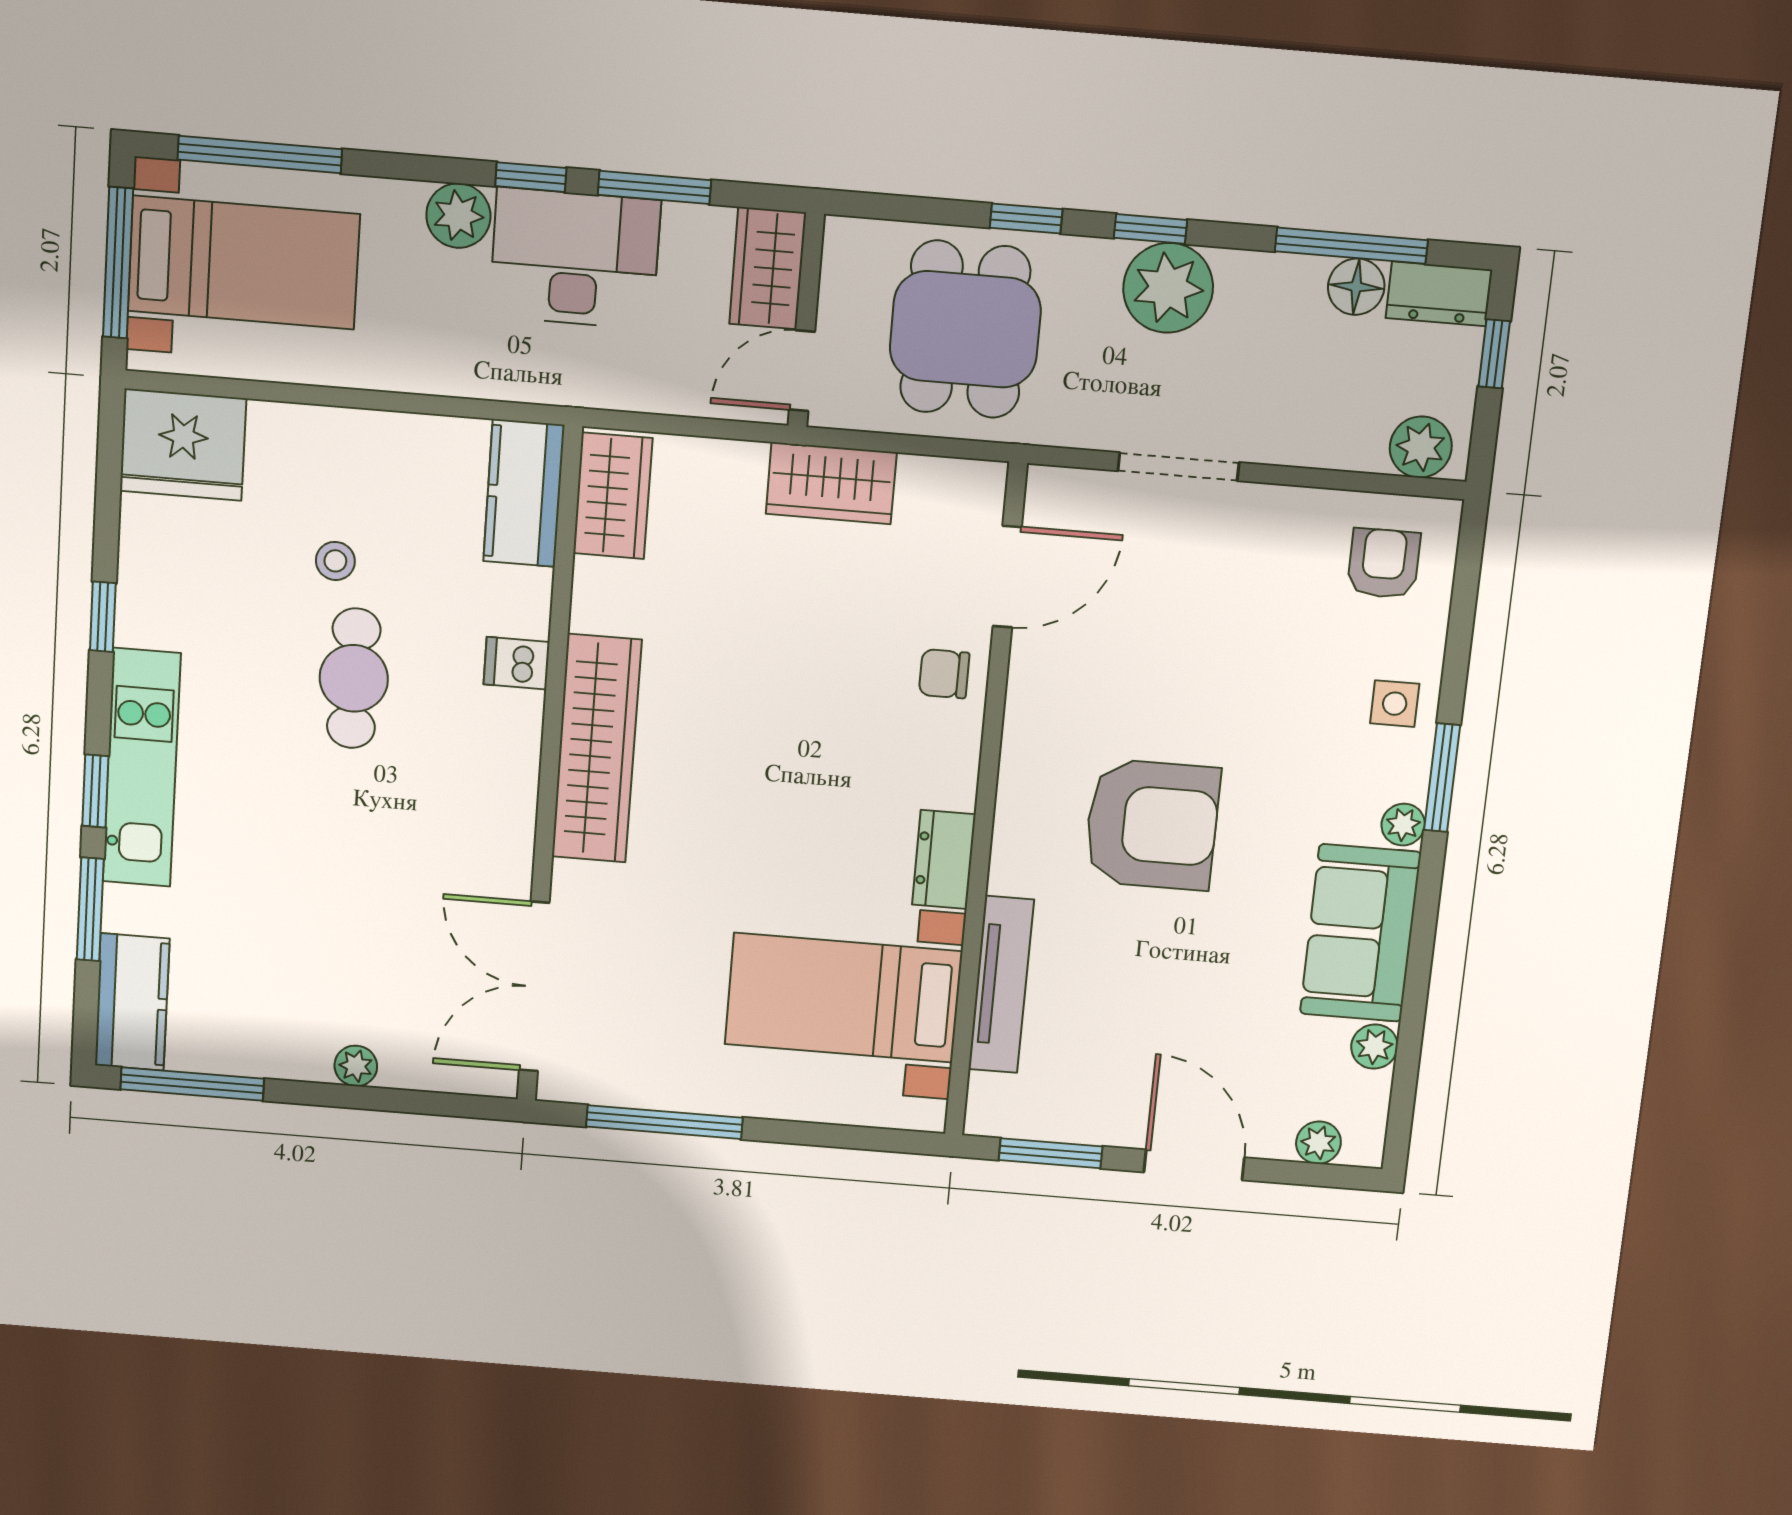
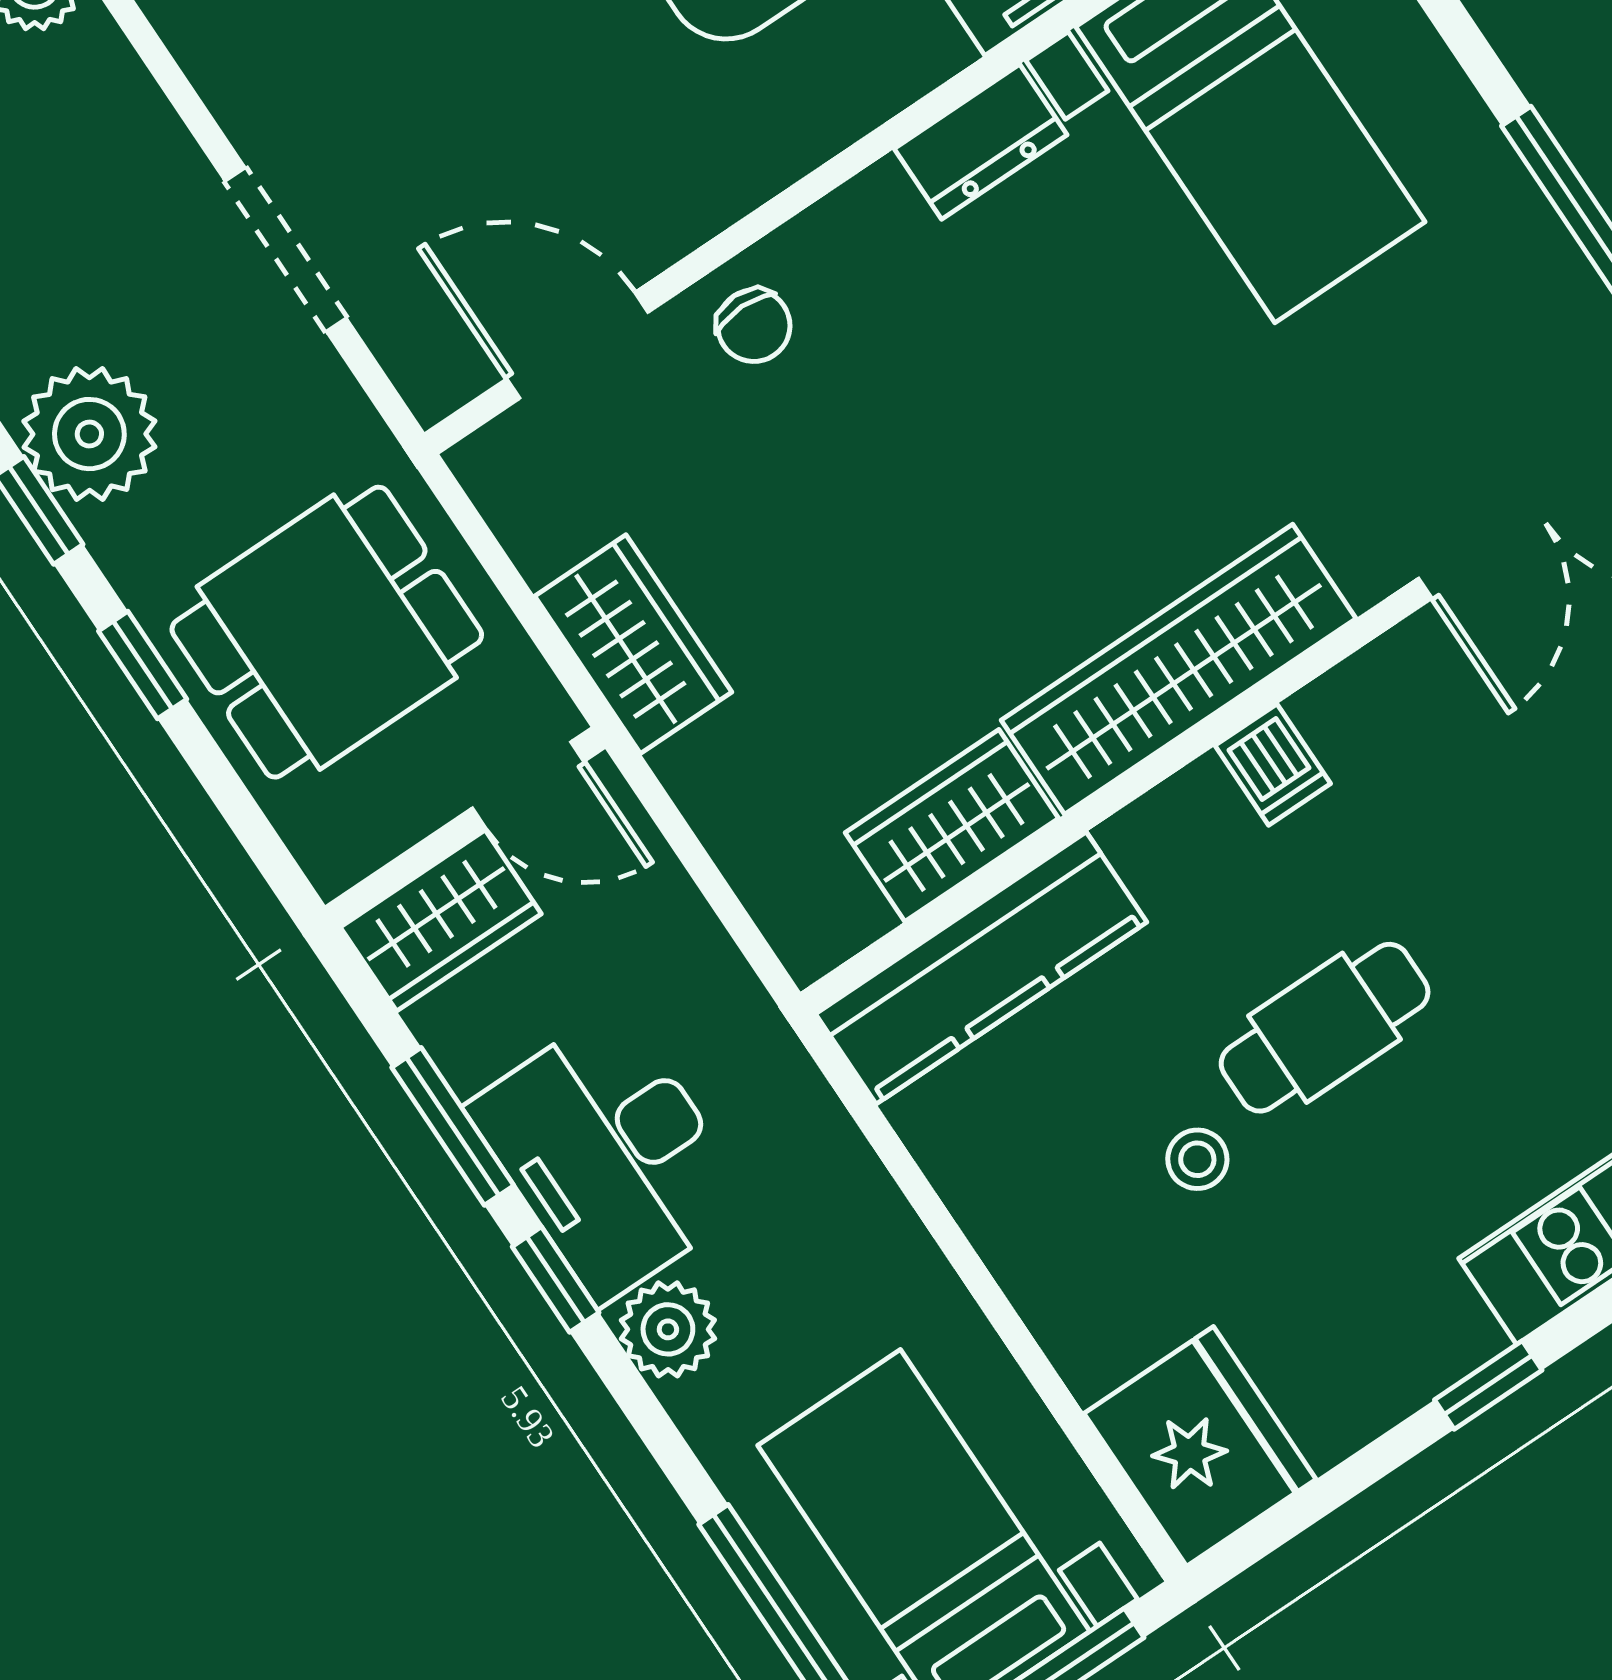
kitchen counter: (524, 493) -> (981, 968), width x1.50
wardrobe: (613, 496) -> (952, 826), moved
dishwasher: (517, 663) -> (1273, 765), moved

